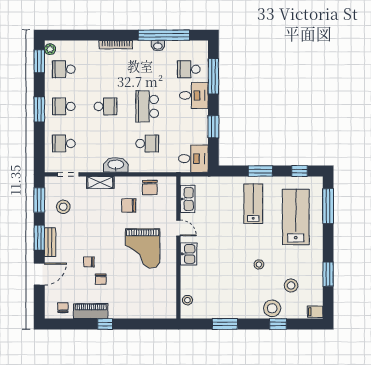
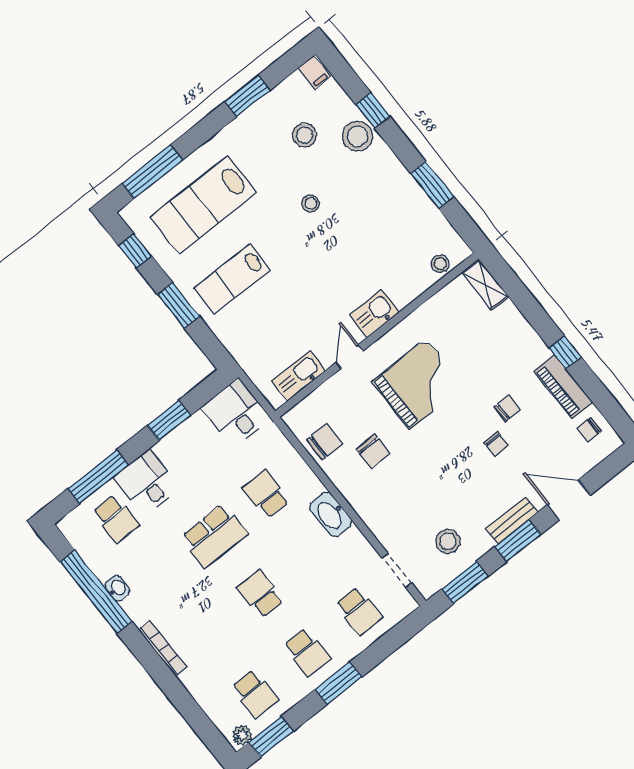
shelving: (100, 182) -> (485, 284), moved

